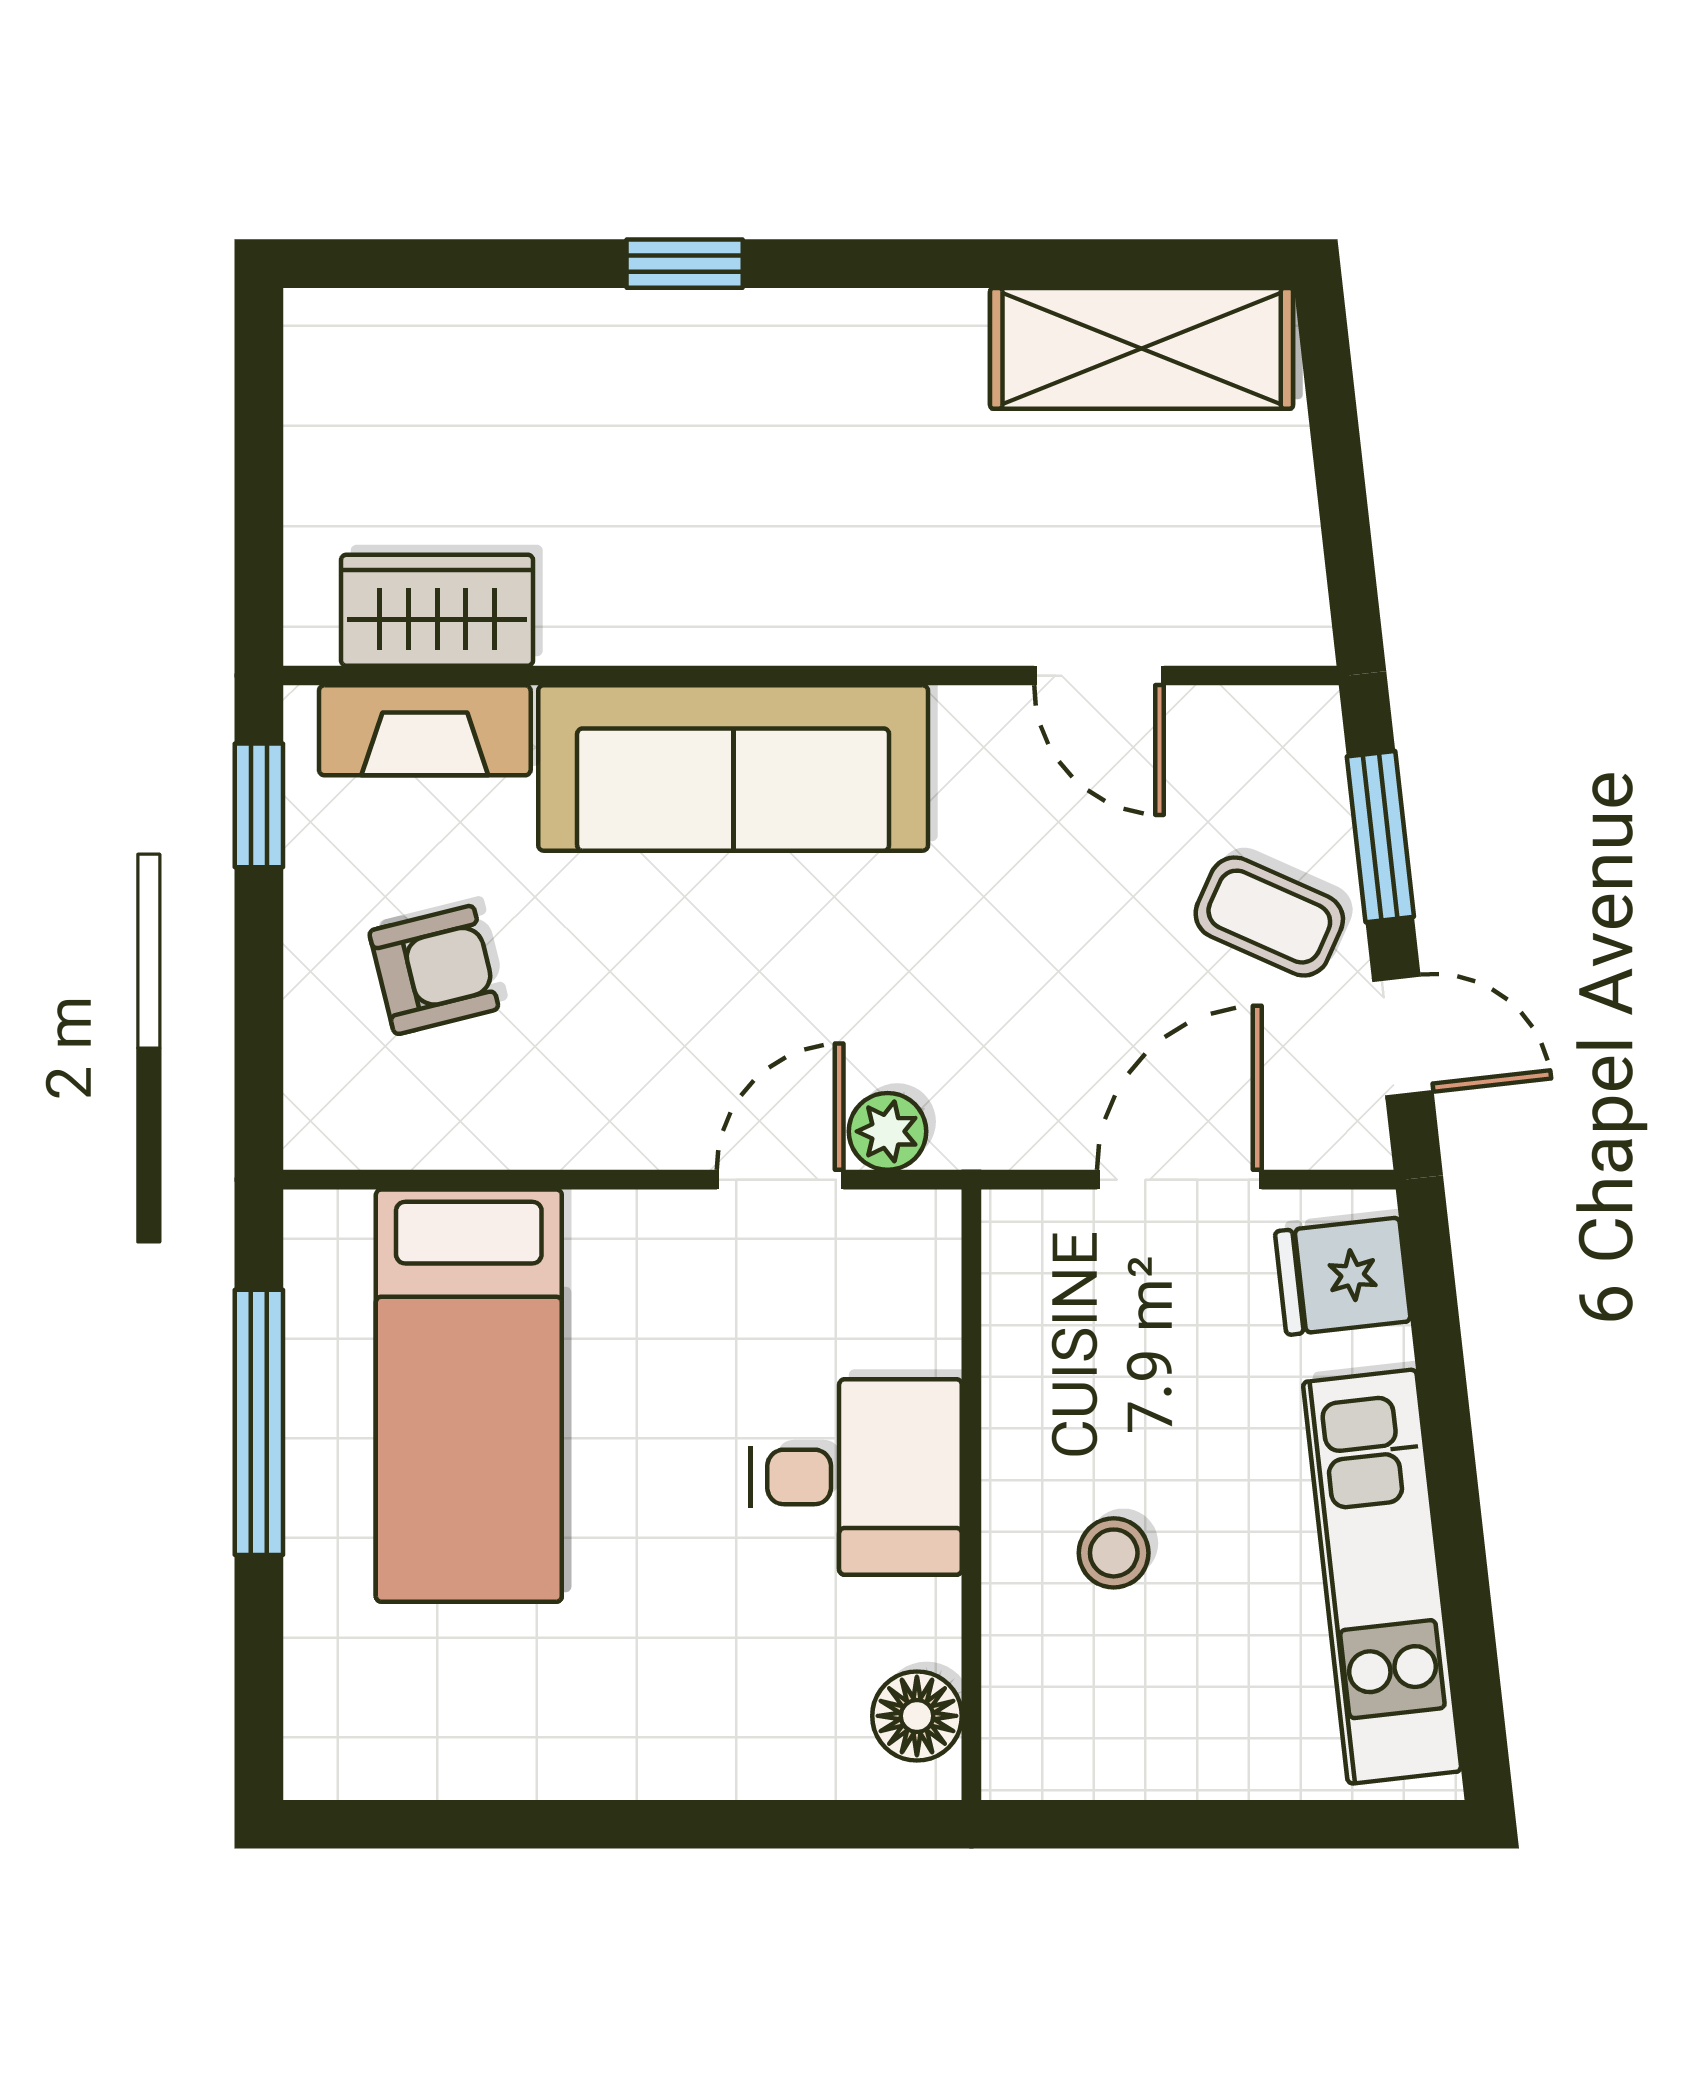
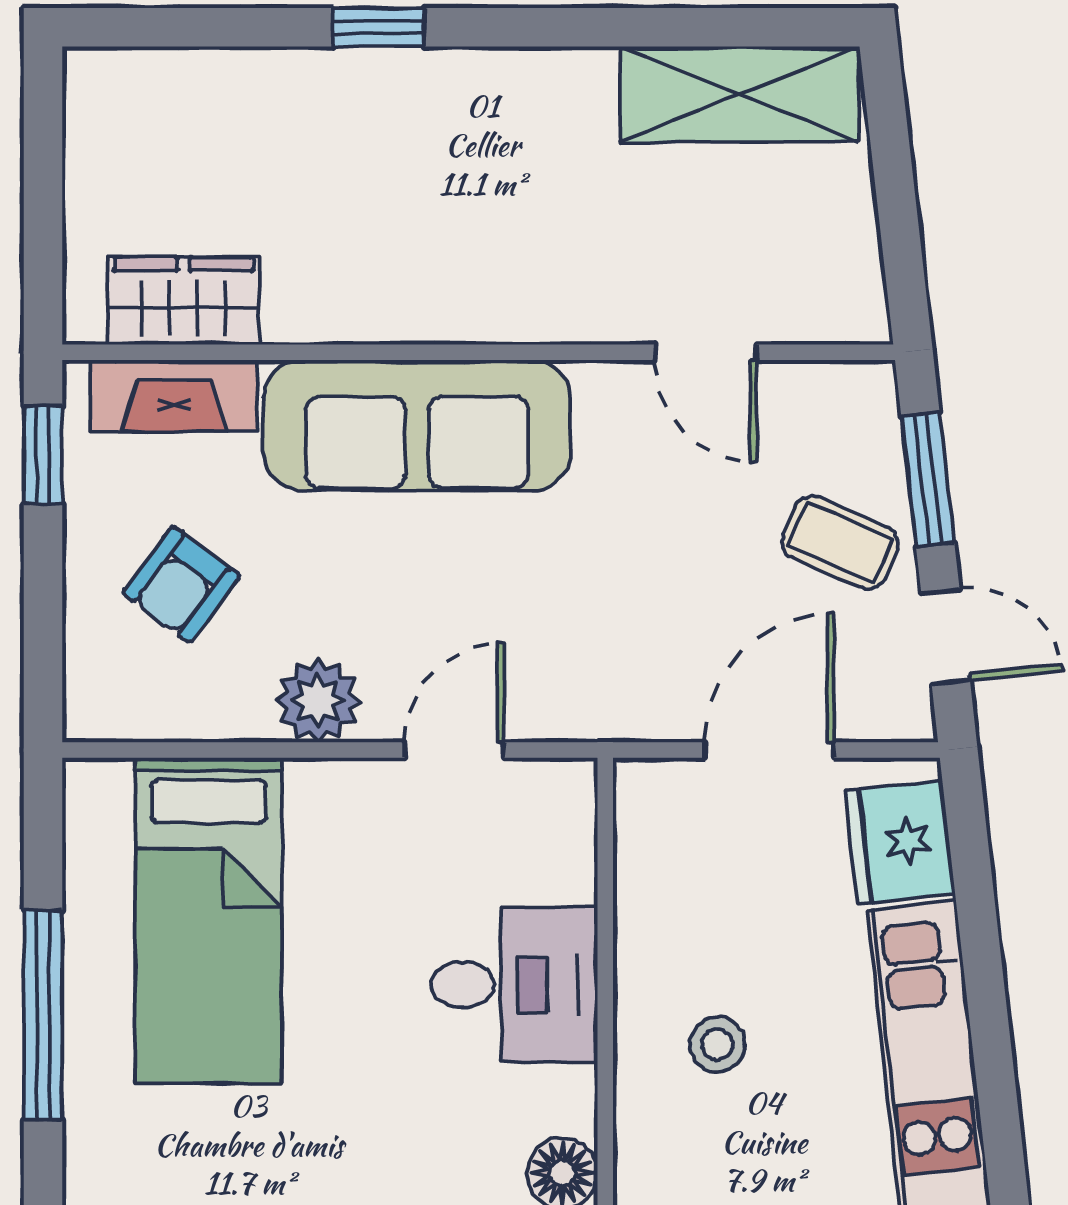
armchair: (434, 970) -> (181, 585), turned 141
plant: (888, 1131) -> (318, 701), moved, width x1.38, depth x1.38
fridge: (1343, 1276) -> (900, 842), width x1.38
window: (259, 1422) -> (43, 1015), moved

